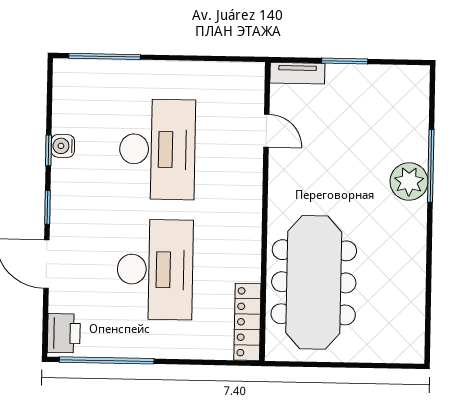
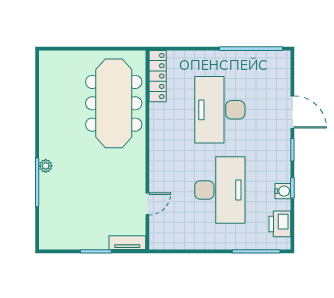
door: (266, 131) -> (147, 204), swing flipped
desk: (157, 149) -> (220, 190), turned 180
plant: (409, 182) -> (46, 166), width x0.53, depth x0.53
printer: (64, 333) -> (280, 224), moved

